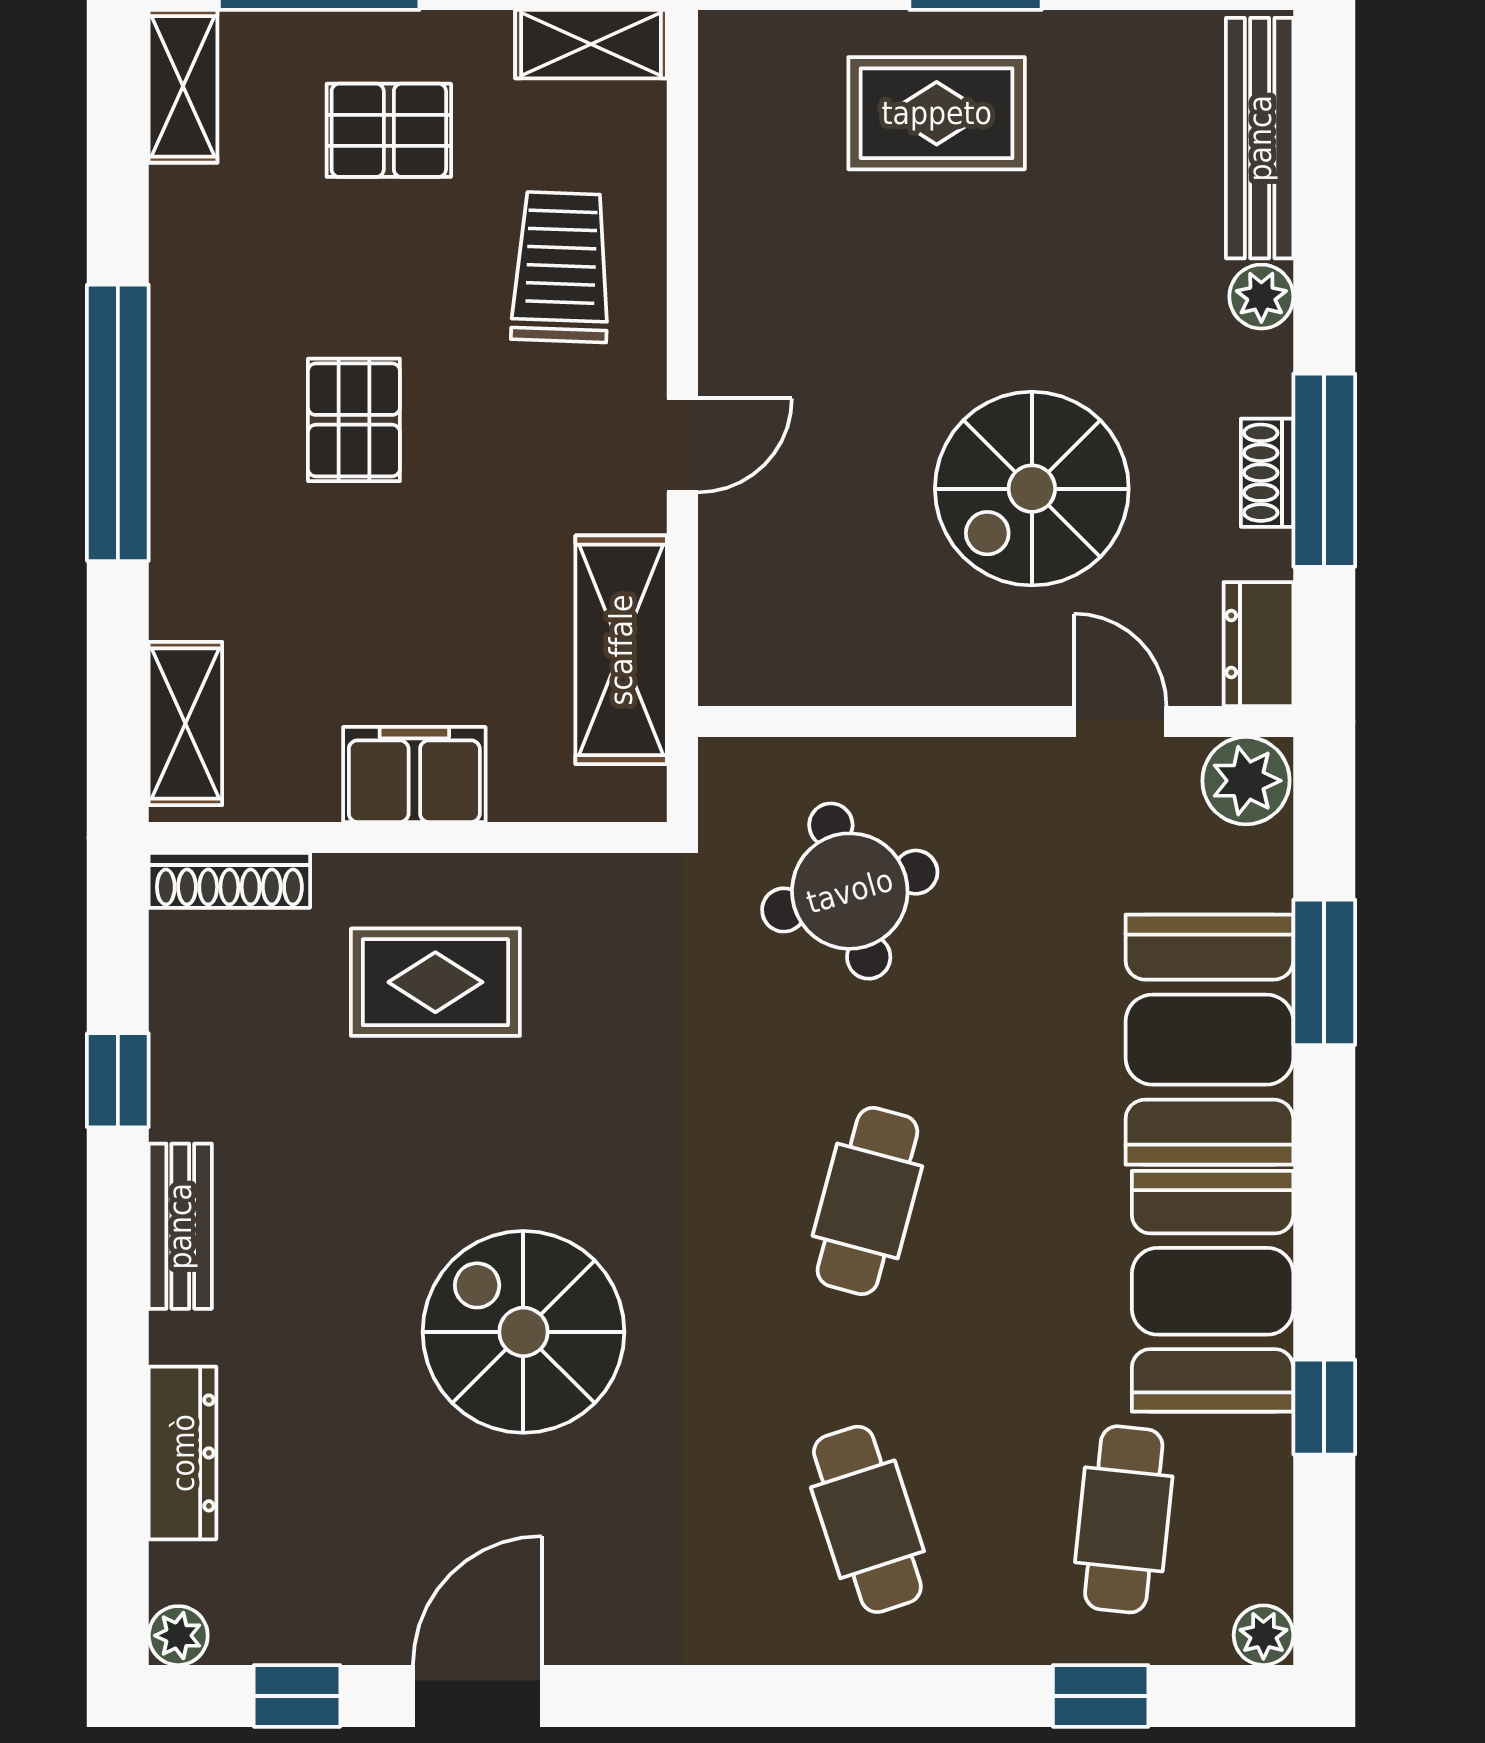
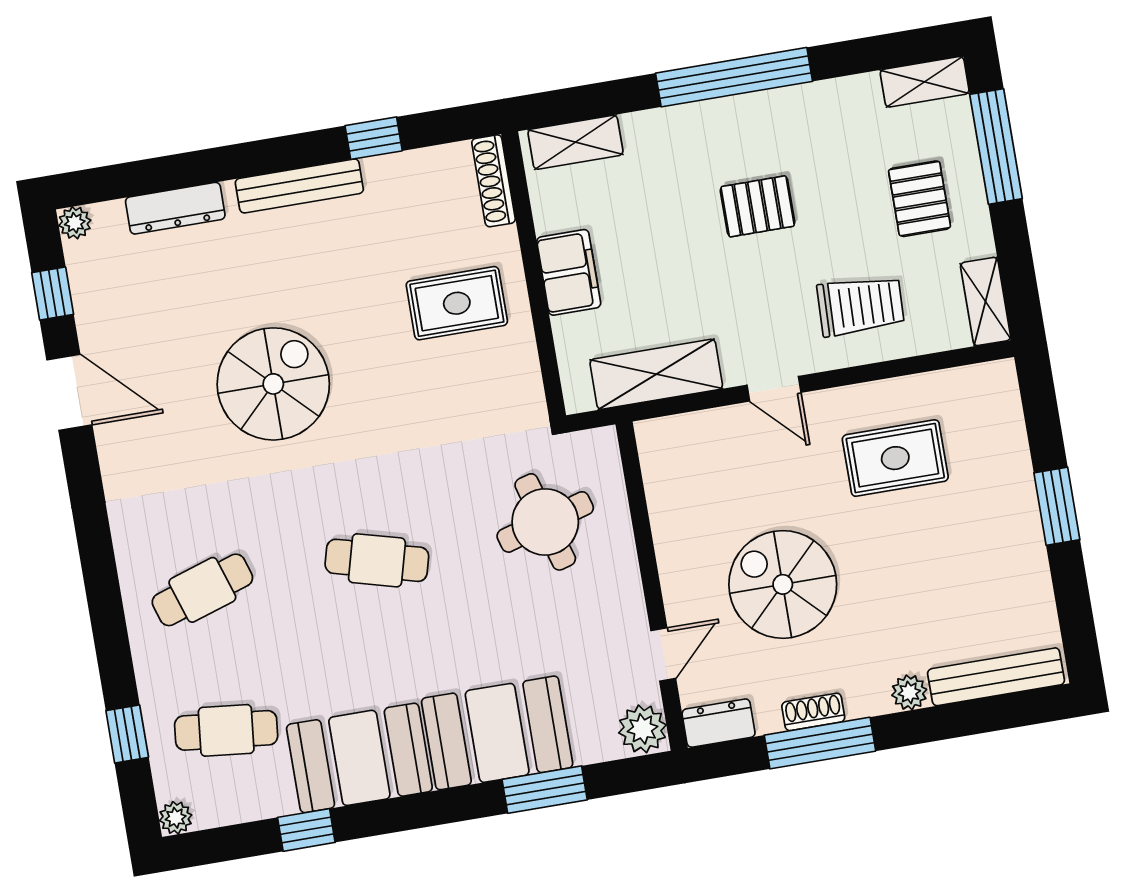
rug: (937, 113) -> (895, 458), moved, turned 90
rug: (435, 982) -> (457, 303), turned 90
bench: (180, 1226) -> (299, 186), width x1.36

